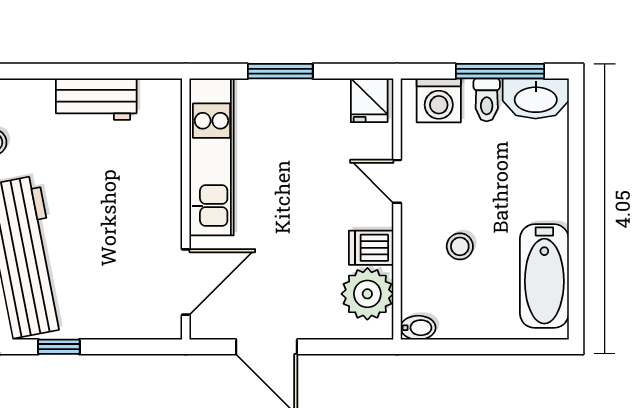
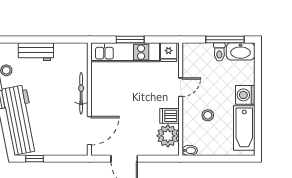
workbench: (96, 99) -> (36, 52), moved
washing machine: (439, 100) -> (245, 95), moved, turned 90
kitchen unit: (211, 157) -> (125, 52), moved, turned 90
door: (397, 181) -> (181, 87), swing flipped
bicycle: (167, 195) -> (81, 93), added

